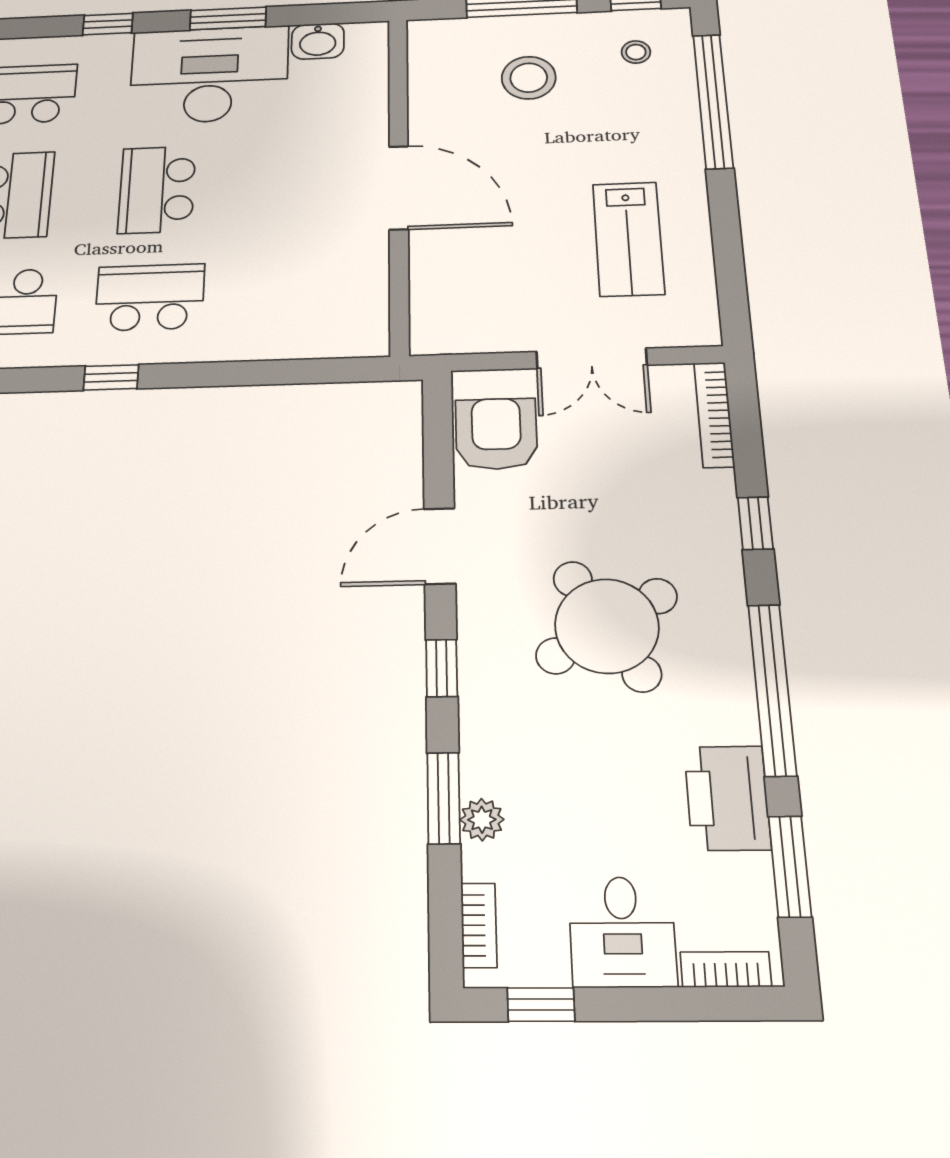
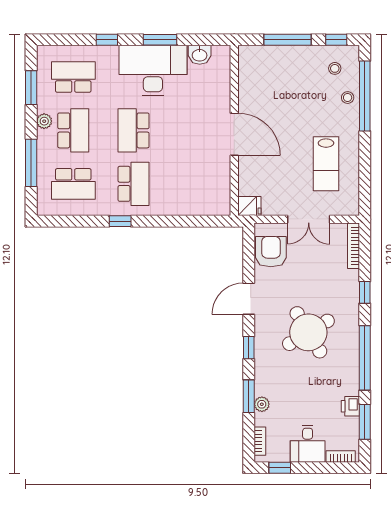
stool: (529, 78) -> (348, 98), moved, width x0.53, depth x0.53
school desk: (150, 297) -> (134, 184), turned 90
fridge: (438, 334) -> (249, 206), added
printer: (727, 798) -> (350, 406), width x0.53, depth x0.68

